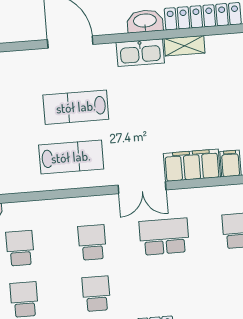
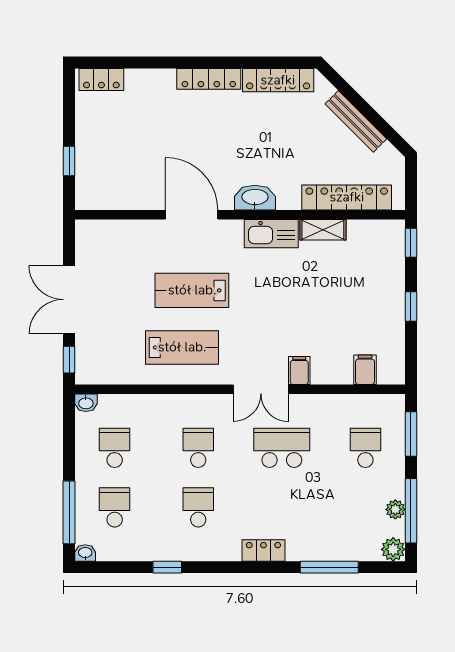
washbasin: (145, 21) -> (255, 198), moved
filing cabinet: (192, 165) -> (299, 370), width x0.33, depth x0.86

